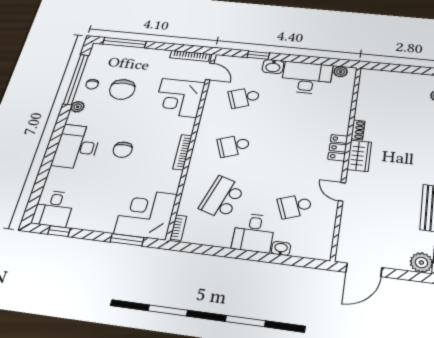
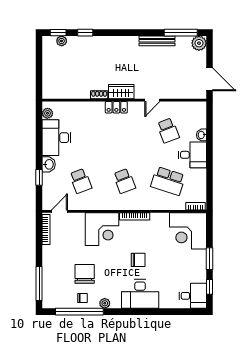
chair: (122, 89) -> (85, 274), turned -90
corner desk: (179, 98) -> (102, 229), moved
window: (127, 240) -> (210, 259), moved

